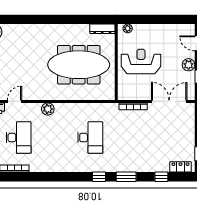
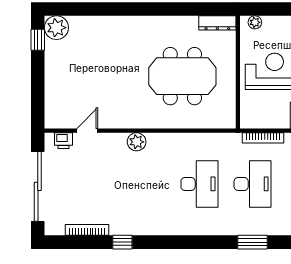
meeting table: (79, 65) -> (182, 76), width x0.73
desk: (19, 138) -> (253, 184), moved
window: (99, 177) -> (122, 242), moved

